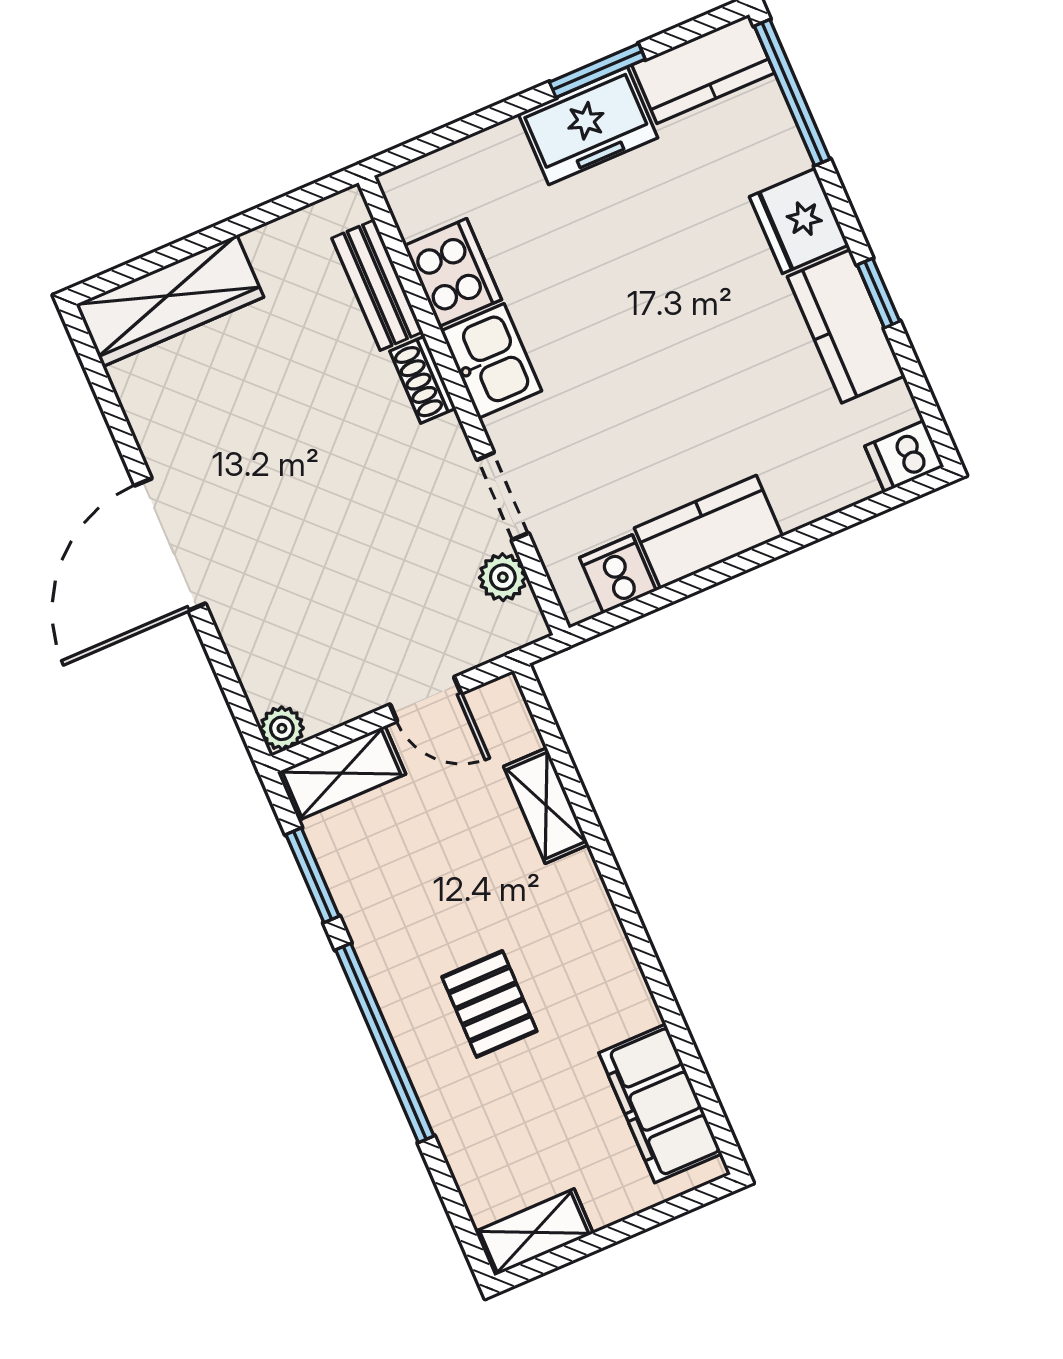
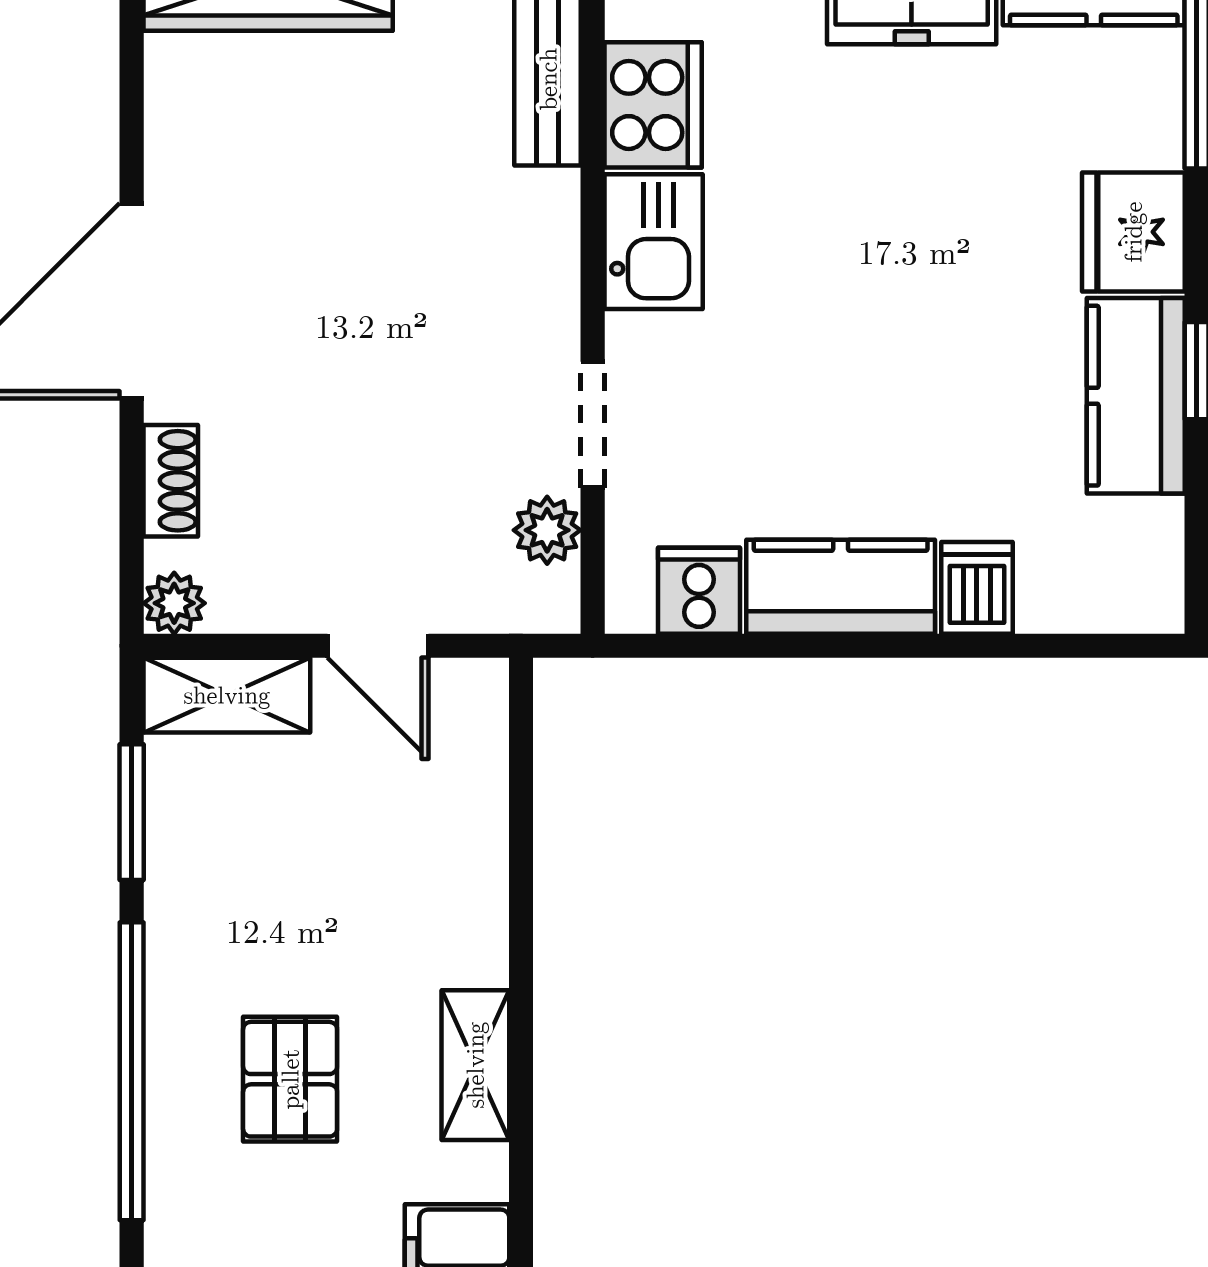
shoe rack: (423, 380) -> (171, 481), moved, turned 180
dishwasher: (904, 456) -> (977, 588), moved, turned 90
shelving: (546, 806) -> (475, 1065), moved

